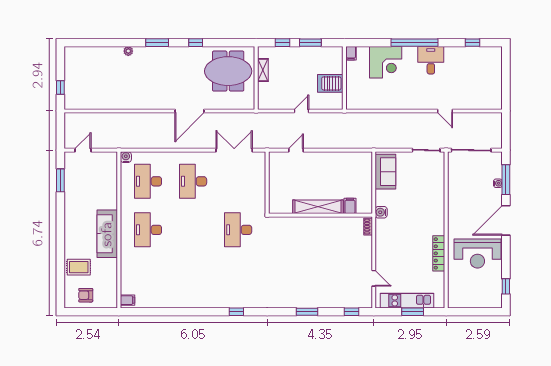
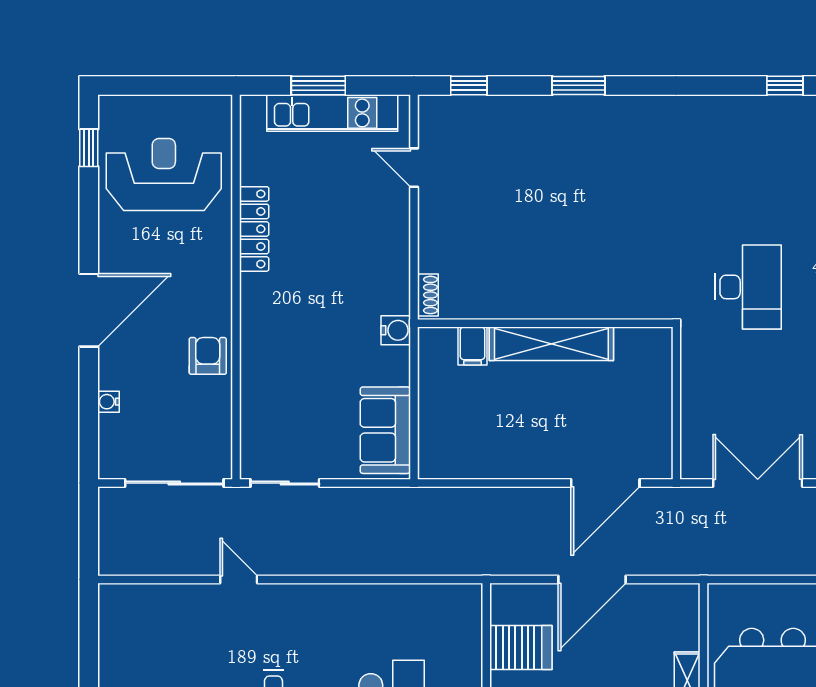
door: (301, 111) -> (592, 580), width x1.88
double door: (234, 150) -> (758, 483), swing flipped
door: (296, 150) -> (605, 483), width x1.87
window: (506, 180) -> (89, 411), removed
armchair: (458, 202) -> (208, 356), added
reception desk: (477, 254) -> (164, 174), moved
window: (236, 312) -> (785, 85), moved

